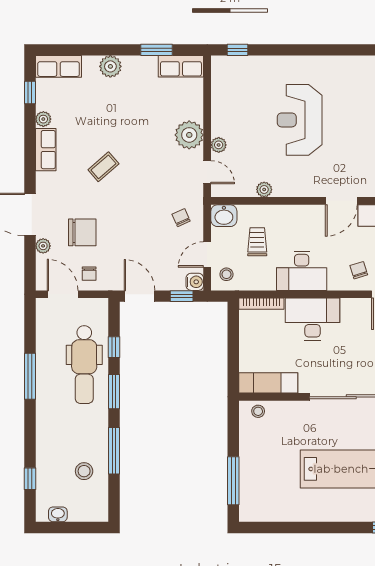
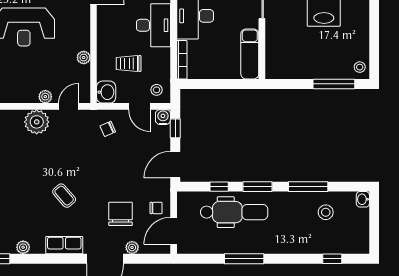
row of seats: (46, 150) -> (64, 245), moved
stool: (258, 411) -> (360, 67), moved
washbasin: (58, 514) -> (363, 199), moved

